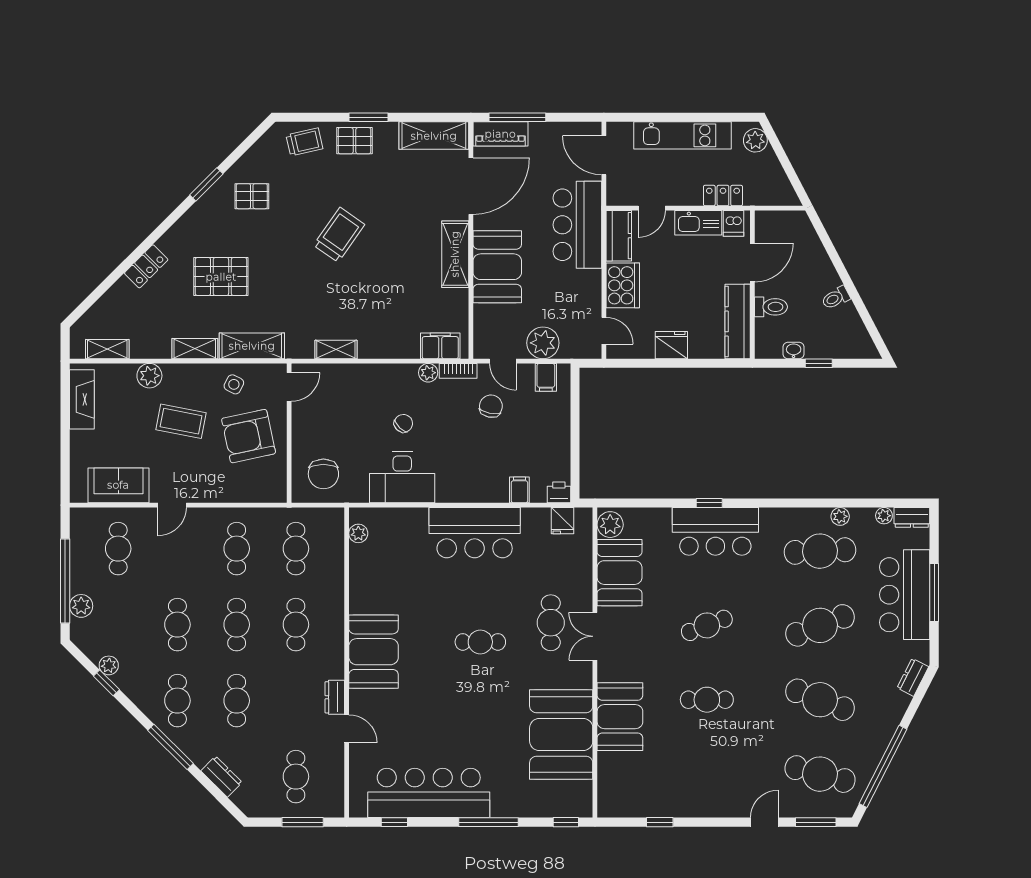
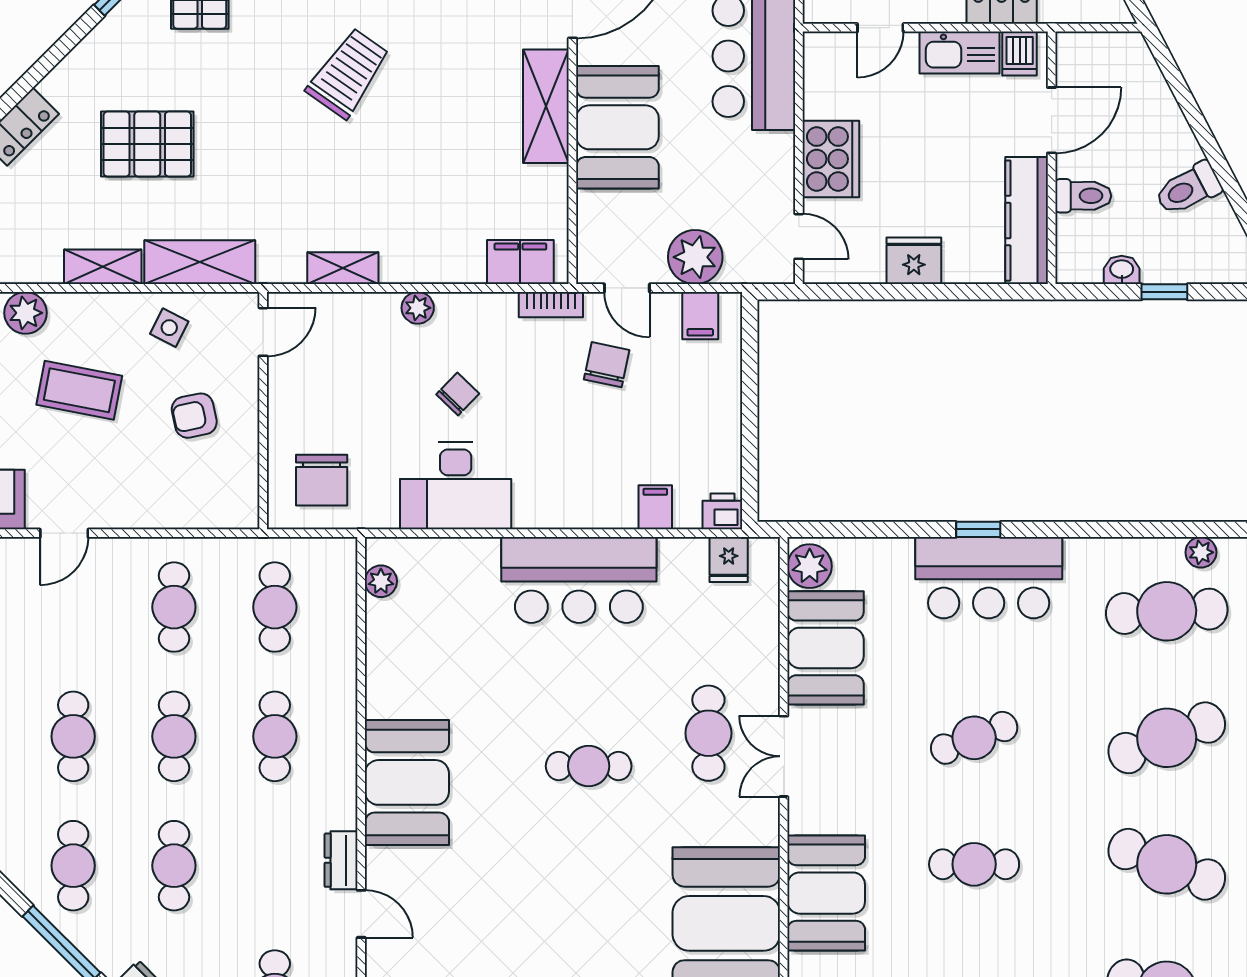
kitchen counter: (619, 236) -> (824, 75), removed
toilet: (836, 298) -> (1188, 189), width x1.37, depth x1.39
plant: (428, 373) -> (418, 308), moved
armchair: (249, 436) -> (194, 416), width x0.53, depth x0.53

